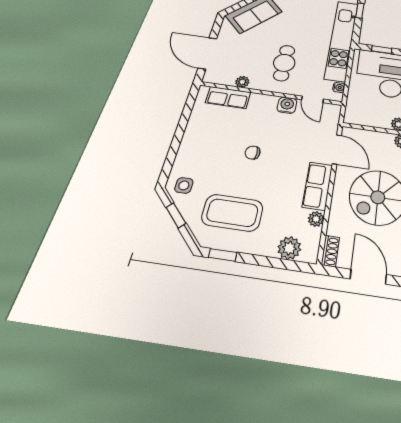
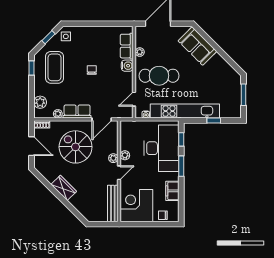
cafe table: (284, 63) -> (159, 76), width x1.37, depth x1.35
water cooler: (287, 105) -> (127, 66), moved
door: (368, 277) -> (32, 146), hinge flipped

